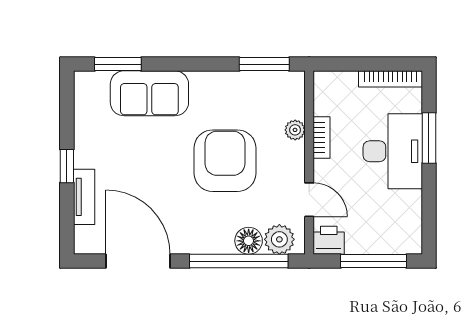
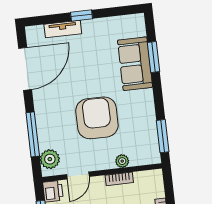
window: (118, 64) -> (154, 57), moved
armchair: (225, 161) -> (97, 118), turned -90
floor lamp: (249, 241) -> (47, 139), removed
window: (239, 261) -> (33, 134), width x0.68

